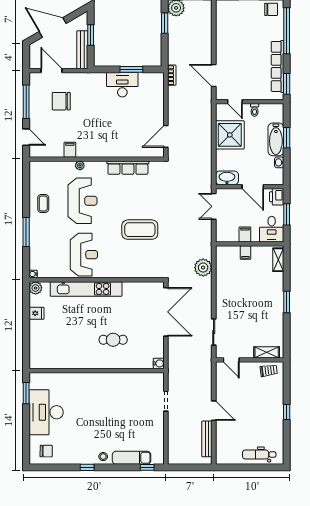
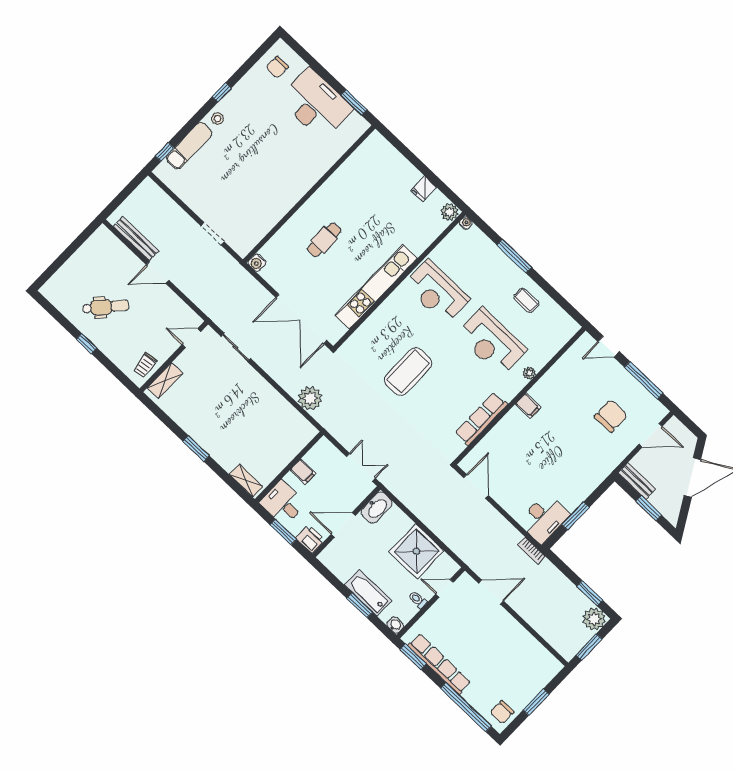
bench: (82, 50) -> (637, 481), width x0.73
desk: (122, 85) -> (544, 518), moved
filing cabinet: (70, 150) -> (528, 406), moved
washbasin: (279, 162) -> (395, 625), moved
filing cabinet: (245, 253) -> (285, 455), removed
kitchen unit: (86, 289) -> (376, 287), moved
dental chair: (259, 455) -> (106, 307), moved, turned 41

